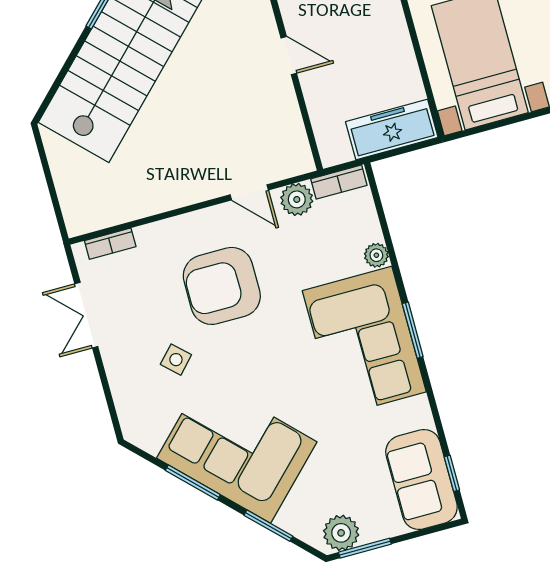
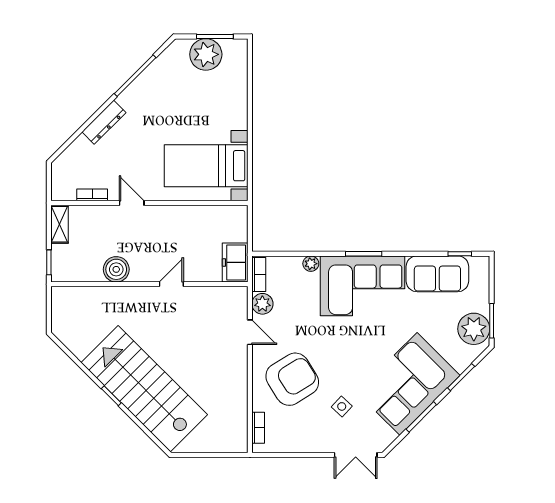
freezer: (392, 130) -> (235, 262), moved, width x0.71
door: (249, 192) -> (250, 332), hinge flipped
armchair: (222, 286) -> (292, 379), moved, turned -122
double door: (86, 315) -> (356, 455), moved
sofa: (421, 480) -> (437, 274), moved
plant: (341, 533) -> (474, 329), width x1.36, depth x1.36

